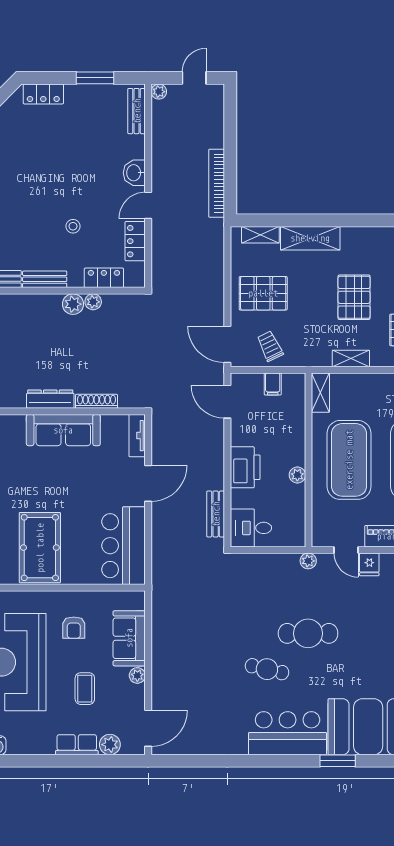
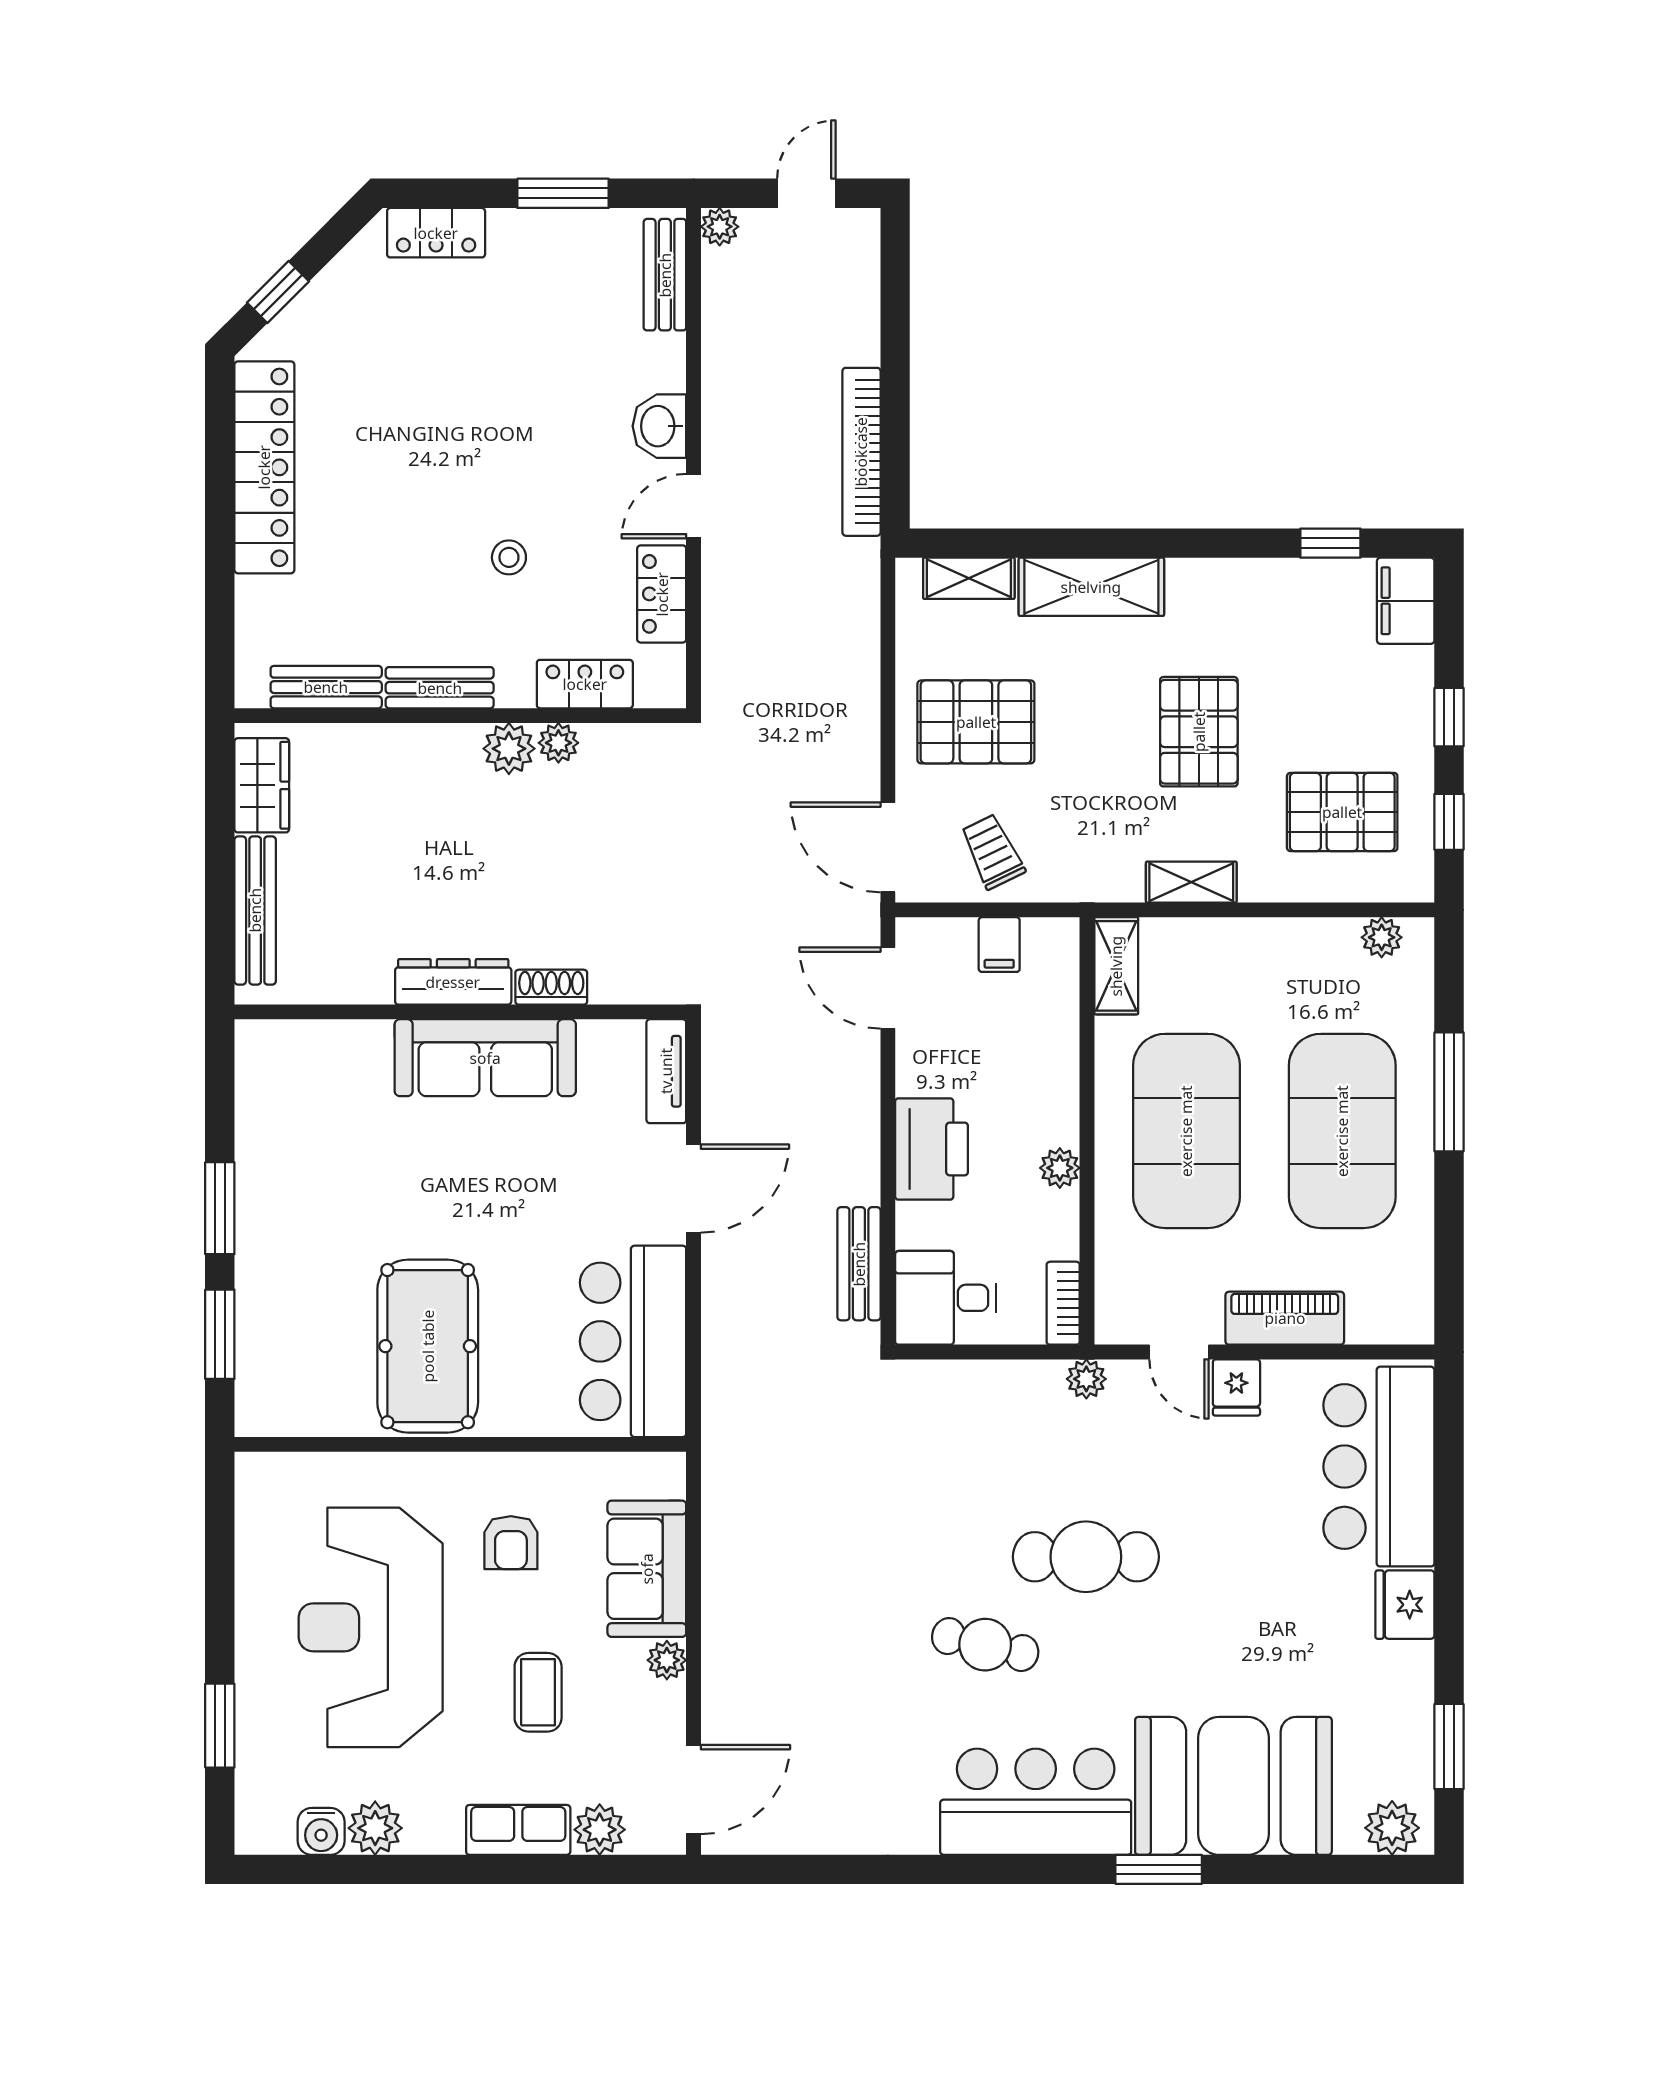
shoe rack: (96, 401) -> (551, 987), width x0.70
bookcase: (299, 530) -> (1063, 1303), added
plant: (18, 744) -> (375, 1828), added

